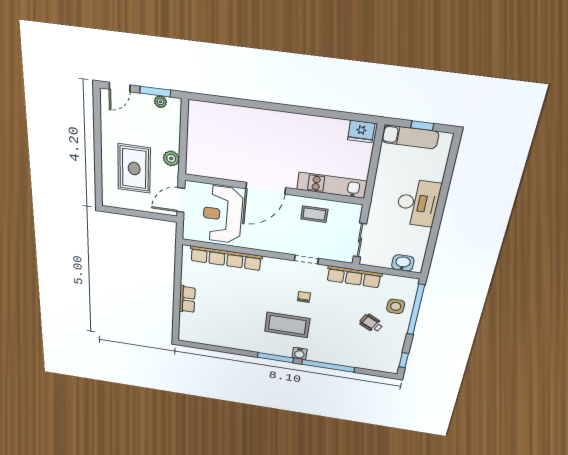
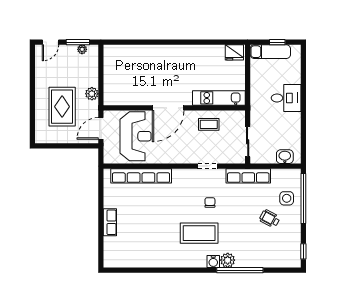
desk: (418, 203) -> (286, 98), width x0.73
reception desk: (222, 215) -> (135, 136), turned 180
plant: (316, 355) -> (228, 260), added
window: (275, 358) -> (193, 270), removed

